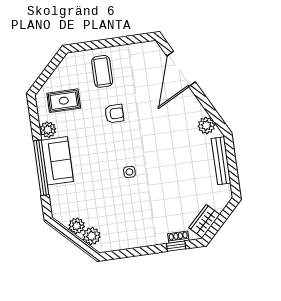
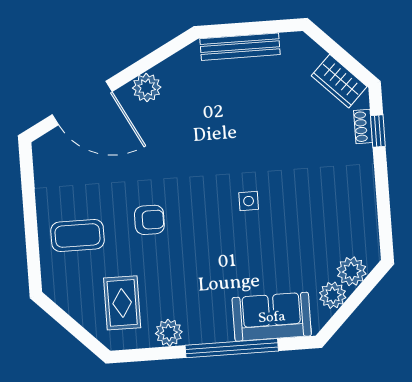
armchair: (114, 114) -> (149, 220), turned 90
plant: (206, 125) -> (147, 88), moved
sofa: (57, 161) -> (272, 317), moved

